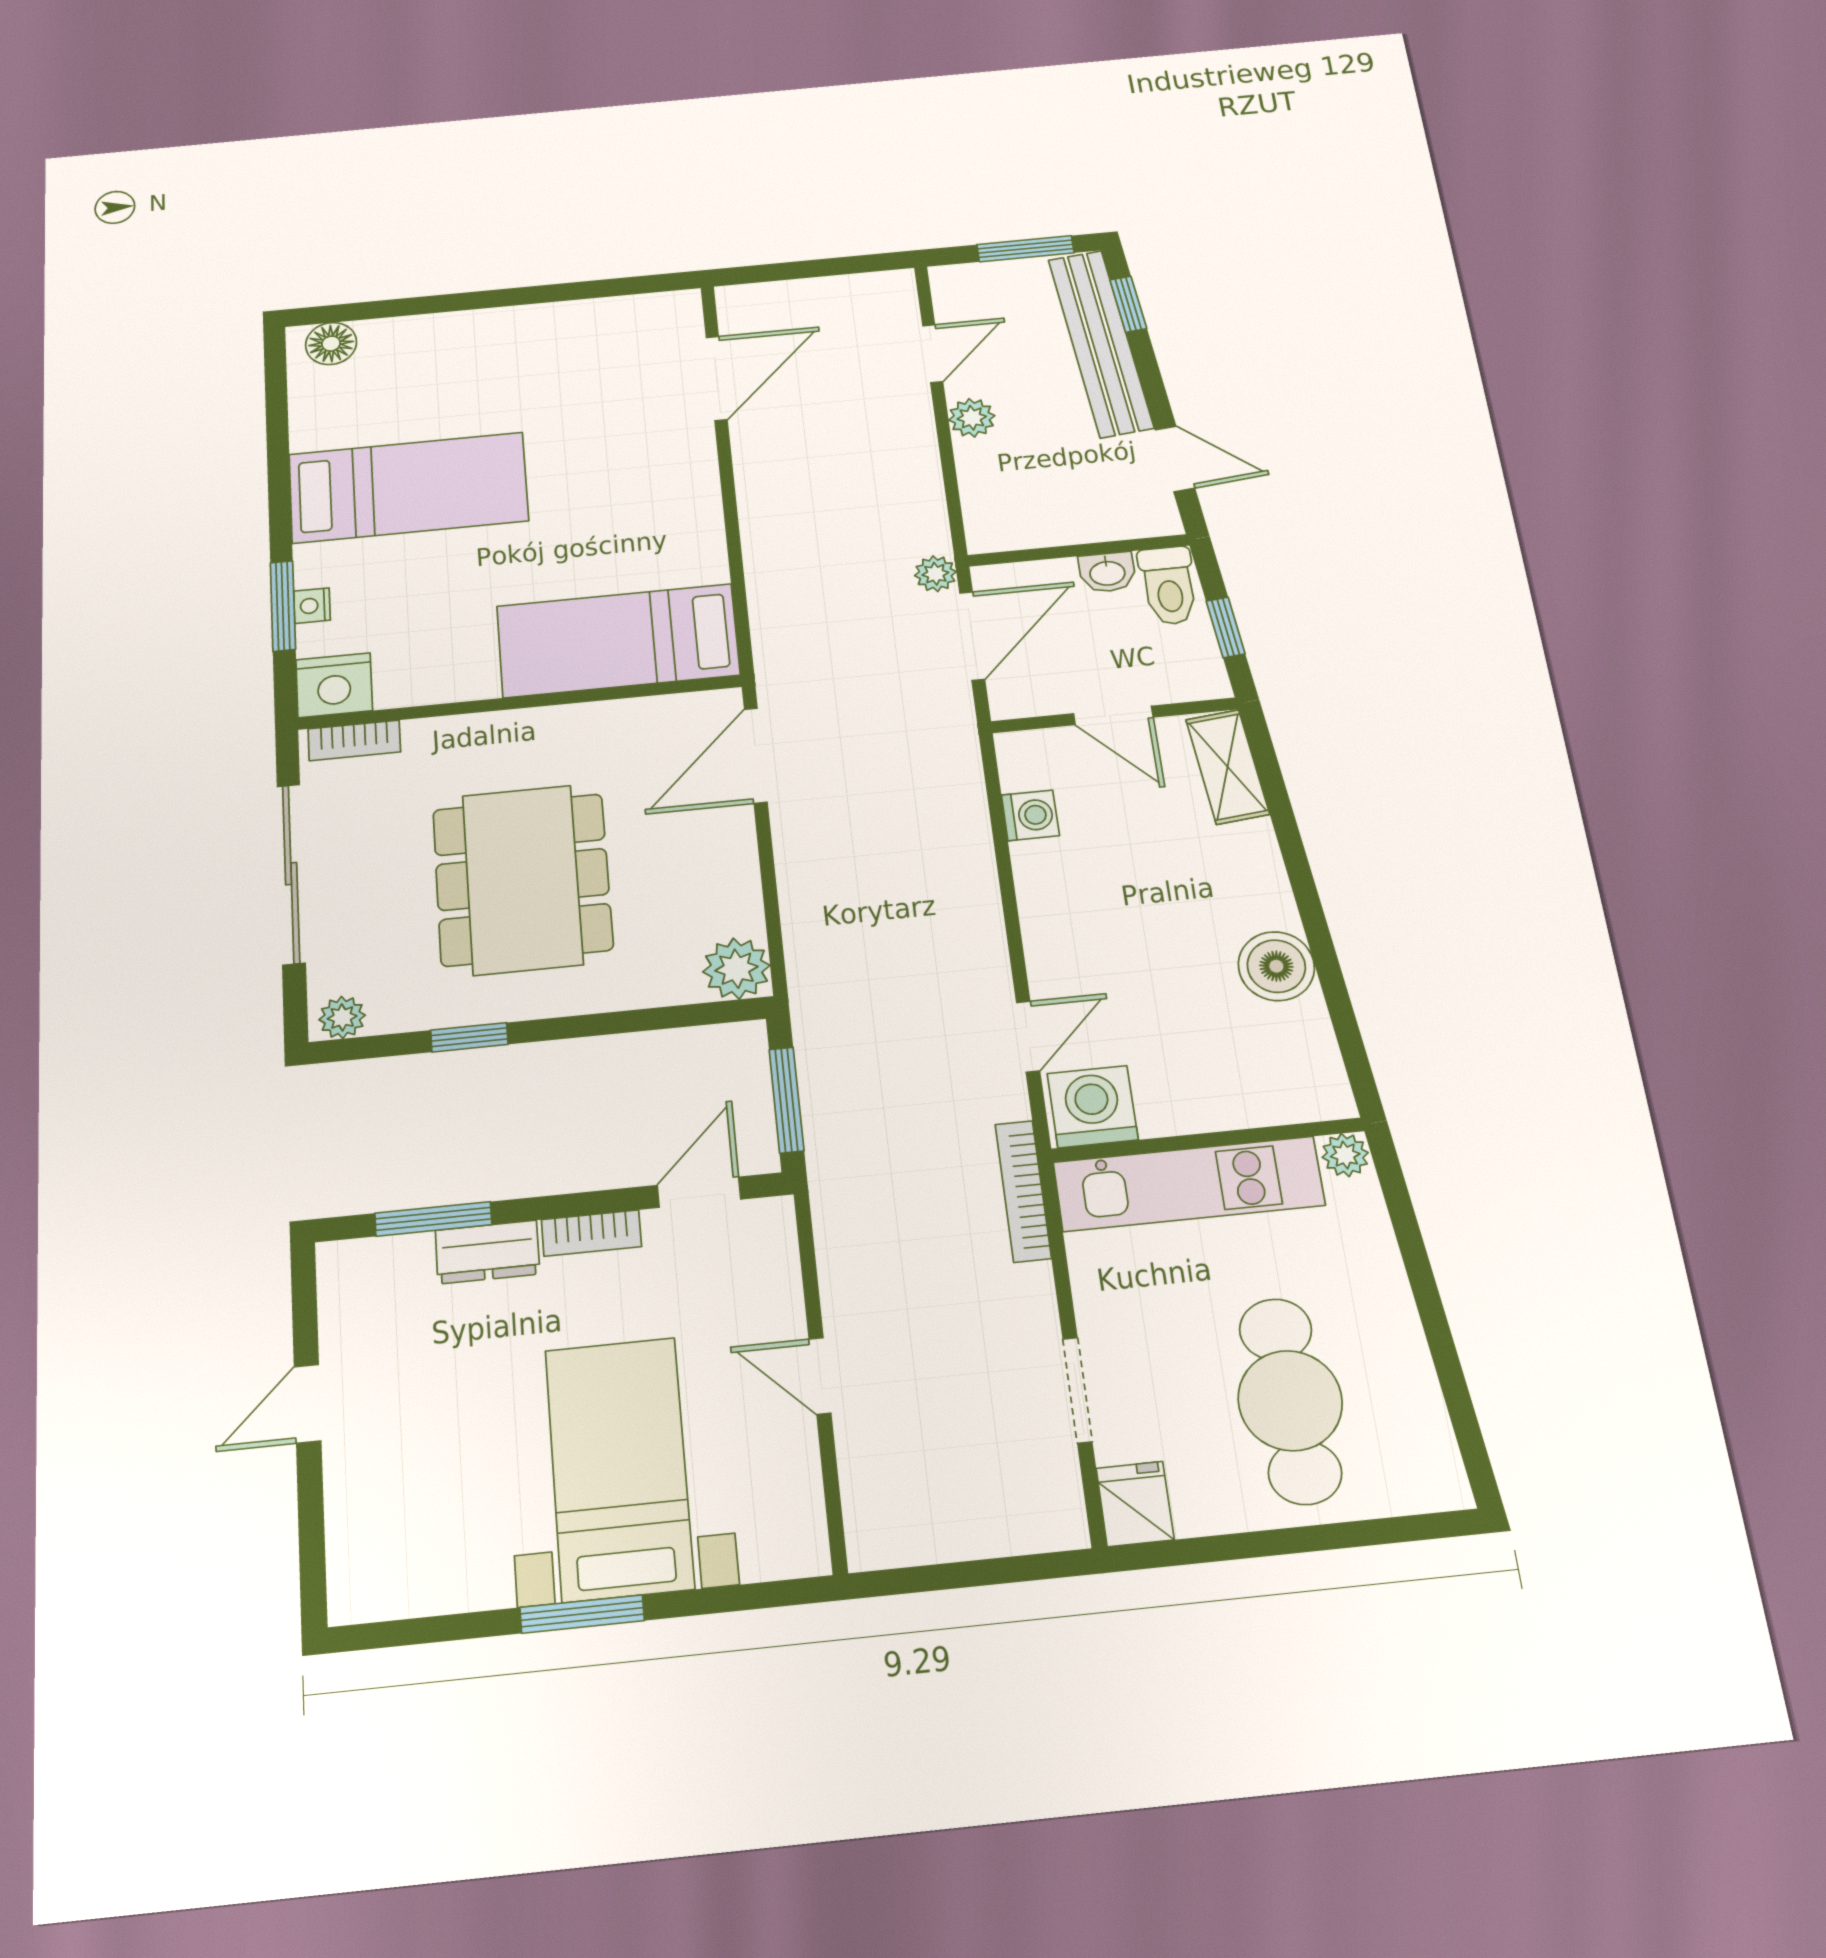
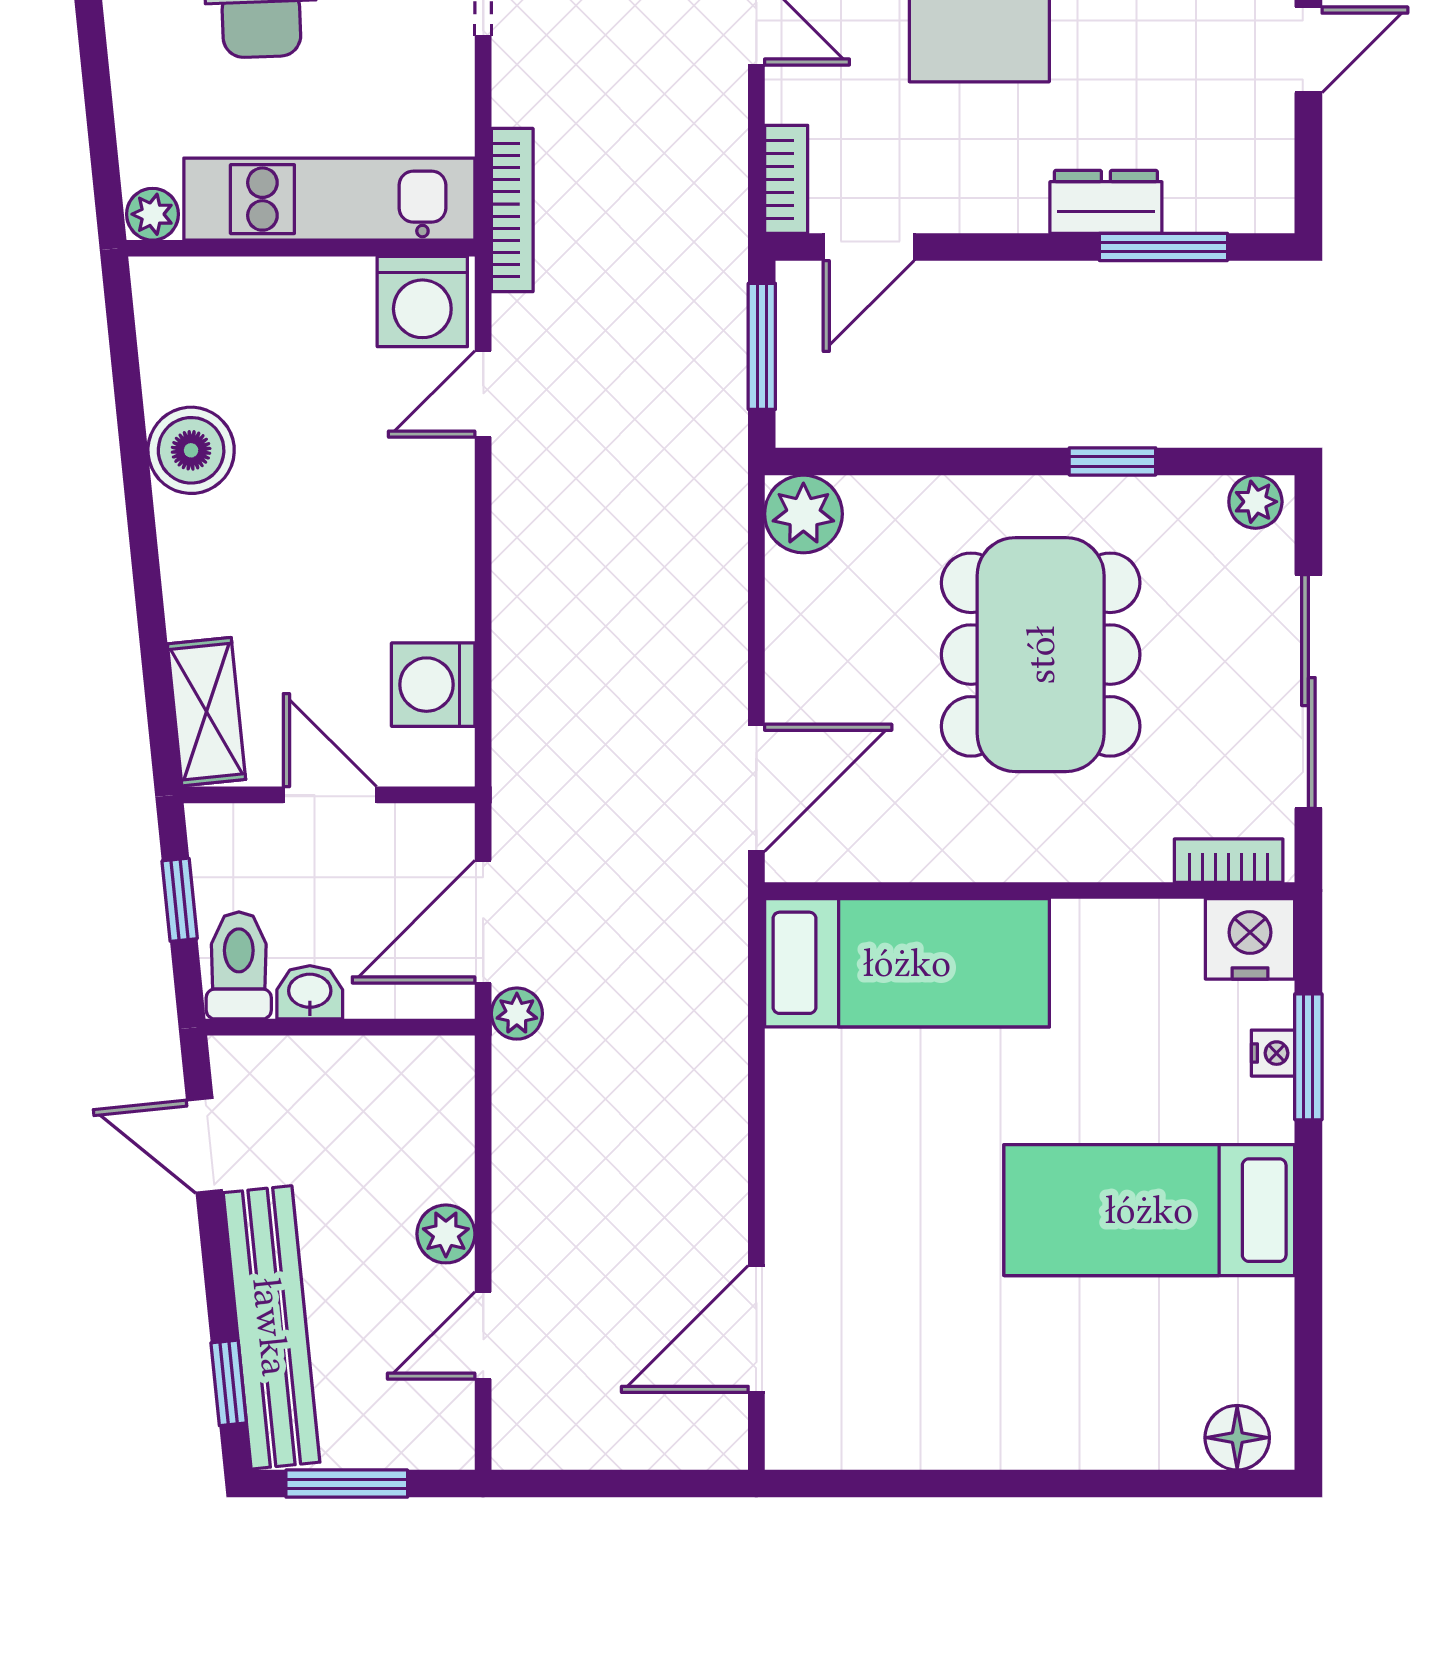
washing machine: (1030, 815) -> (433, 685), width x1.38, depth x1.38
bookcase: (591, 1233) -> (786, 179), moved, turned 90

